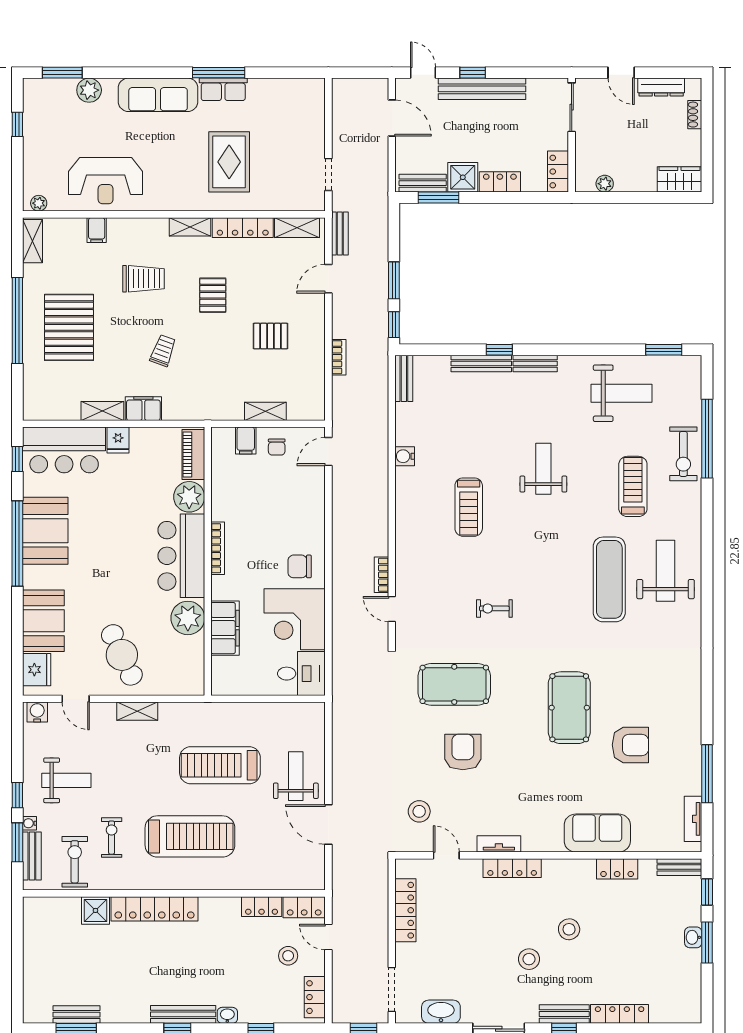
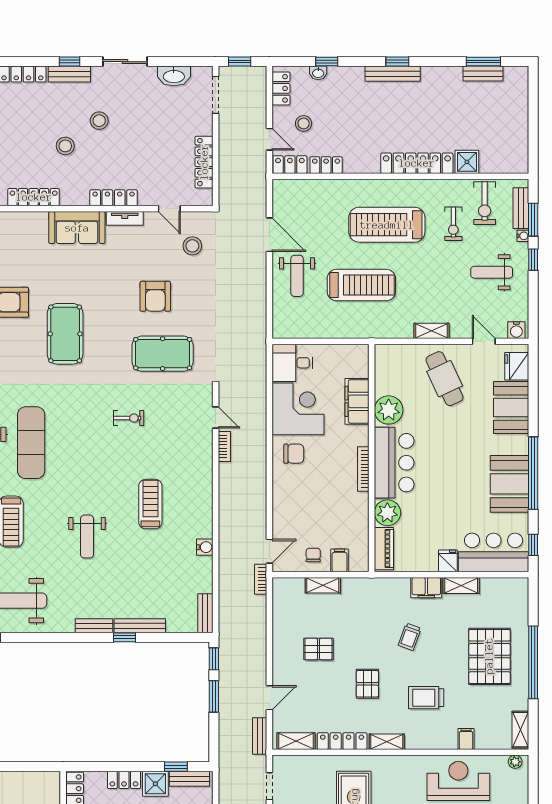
plant: (605, 184) -> (35, 778), removed
window: (438, 197) -> (176, 767), width x0.67
bookcase: (339, 357) -> (261, 579), moved
sofa: (597, 833) -> (77, 228), moved
locker: (617, 869) -> (34, 197), width x1.53
washbasin: (227, 1015) -> (318, 73), moved

